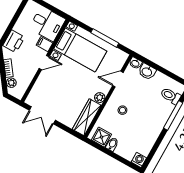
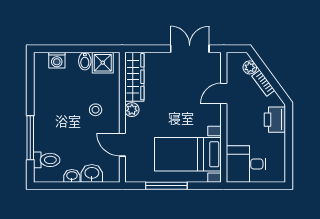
filing cabinet: (44, 44) -> (236, 137), removed
door: (44, 62) -> (224, 94), moved
washbasin: (135, 63) -> (72, 176), moved
door: (118, 79) -> (122, 145), swing flipped
washing machine: (139, 160) -> (57, 60), moved

